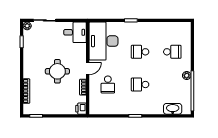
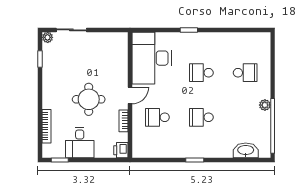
desk: (75, 32) -> (80, 143), moved, turned 90
school desk: (108, 84) -> (157, 117), turned 90

